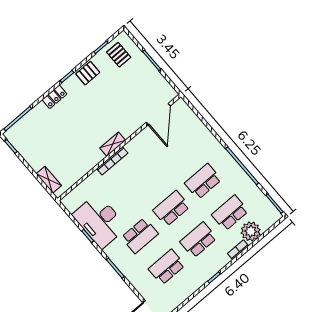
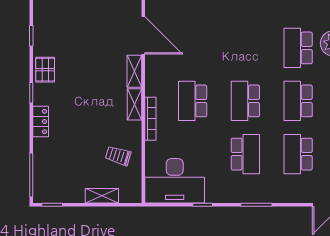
pallet: (119, 55) -> (53, 25), removed
shelving: (132, 127) -> (134, 71), added
trolley: (74, 161) -> (118, 156), added
shelving: (49, 180) -> (102, 196), moved
school desk: (203, 181) -> (193, 101), moved
desk: (100, 221) -> (175, 181), moved

